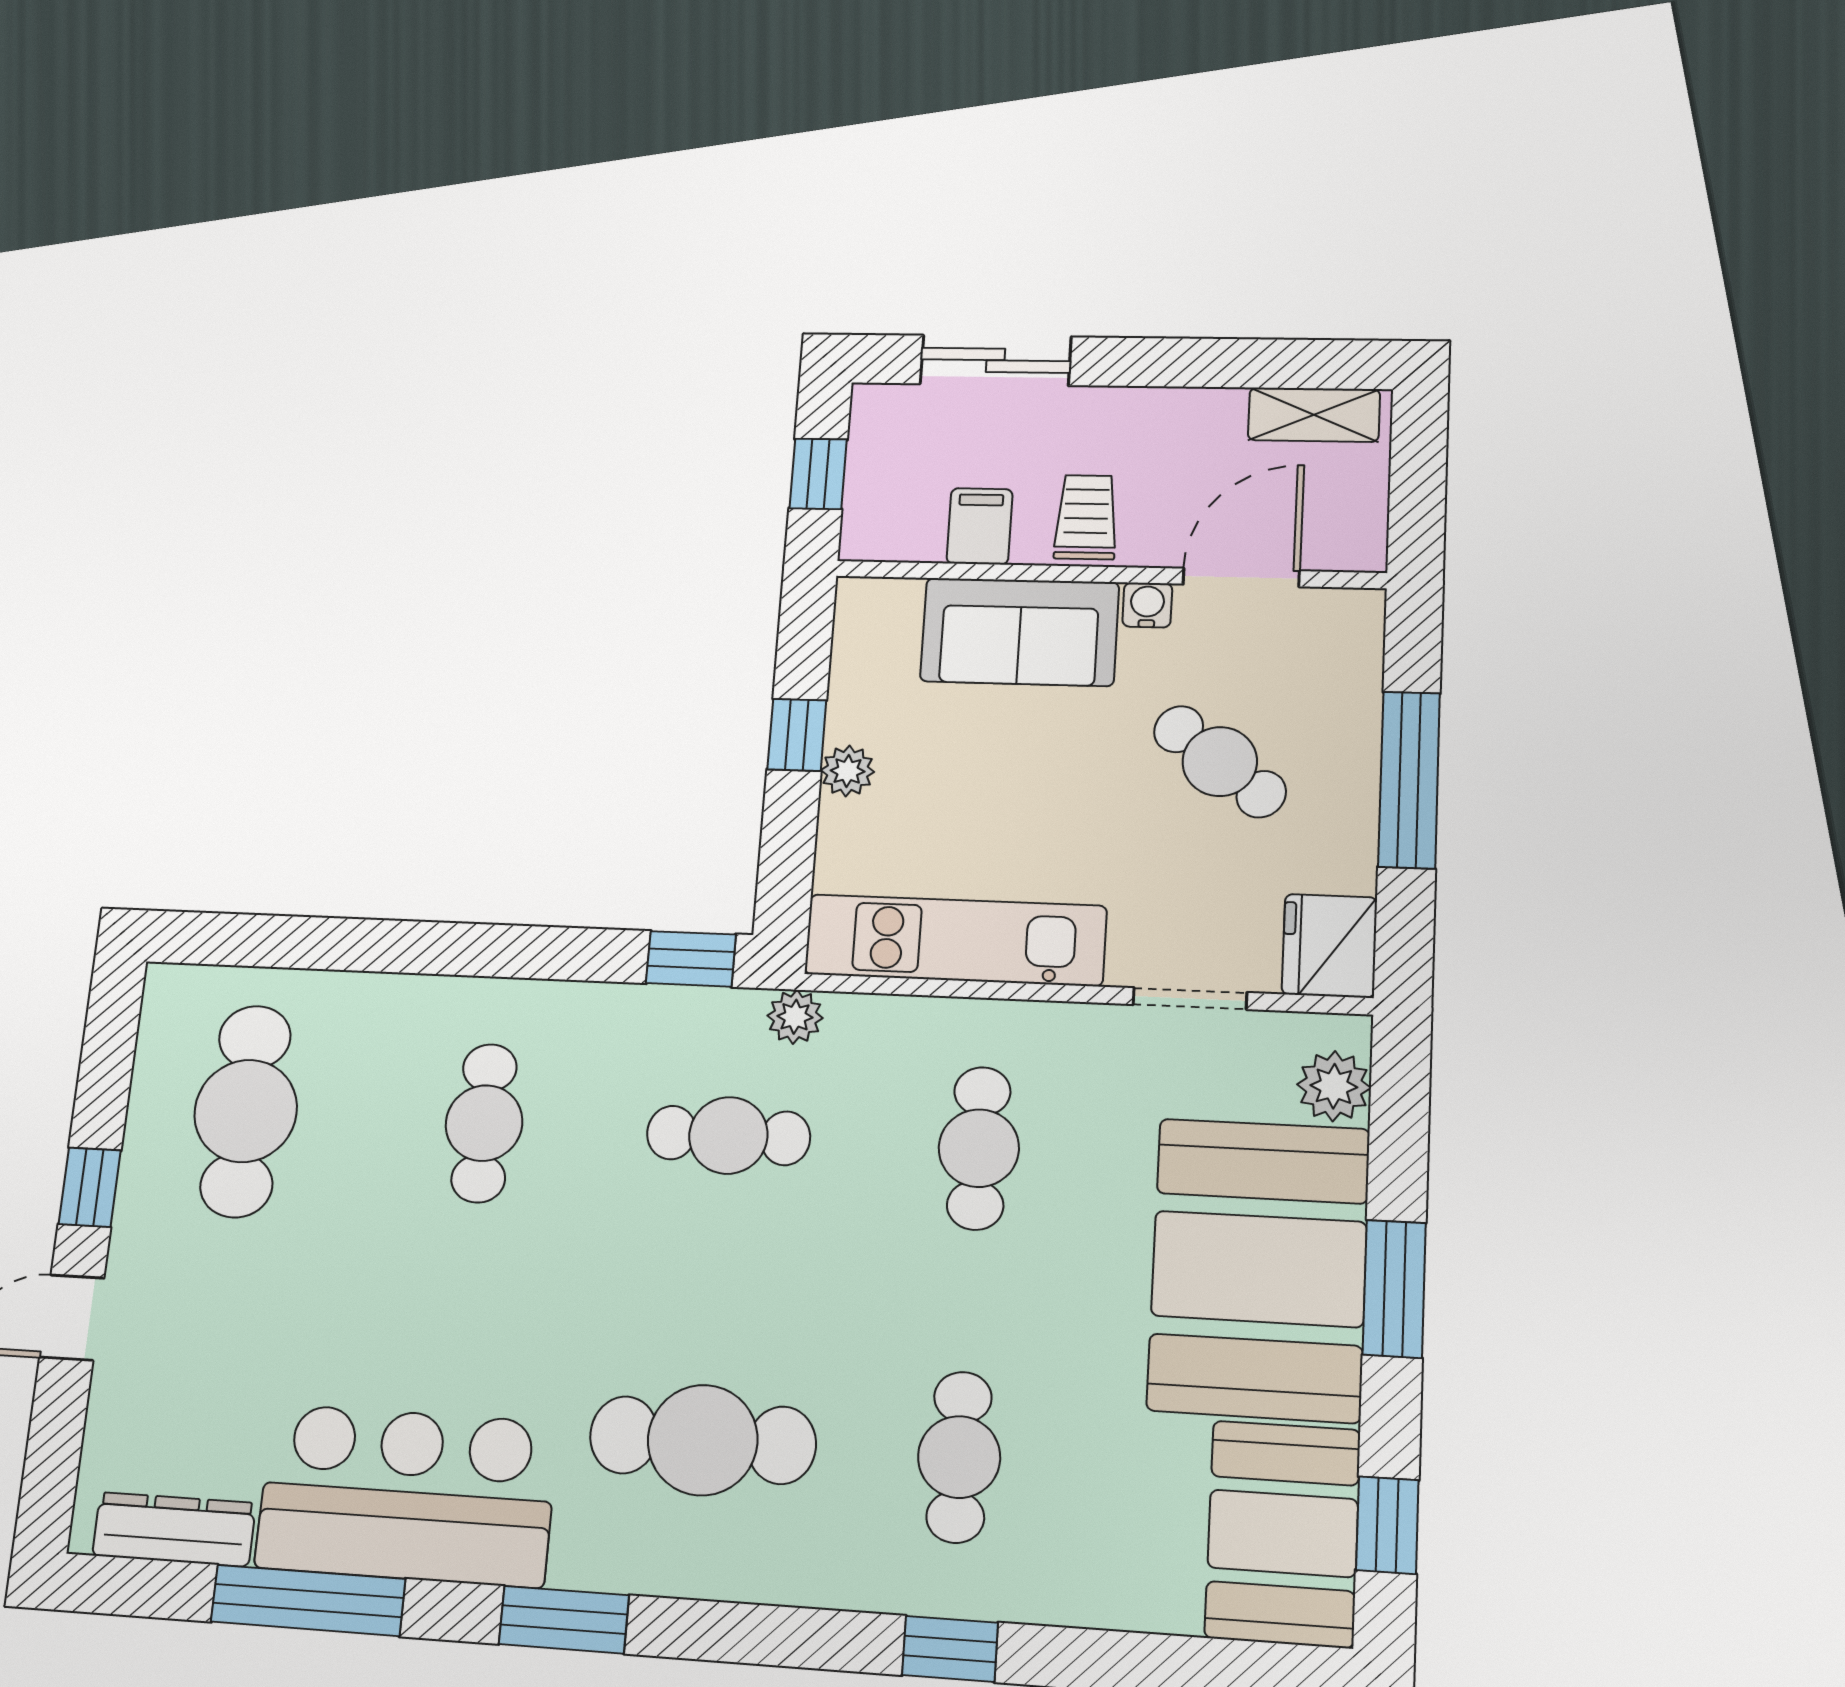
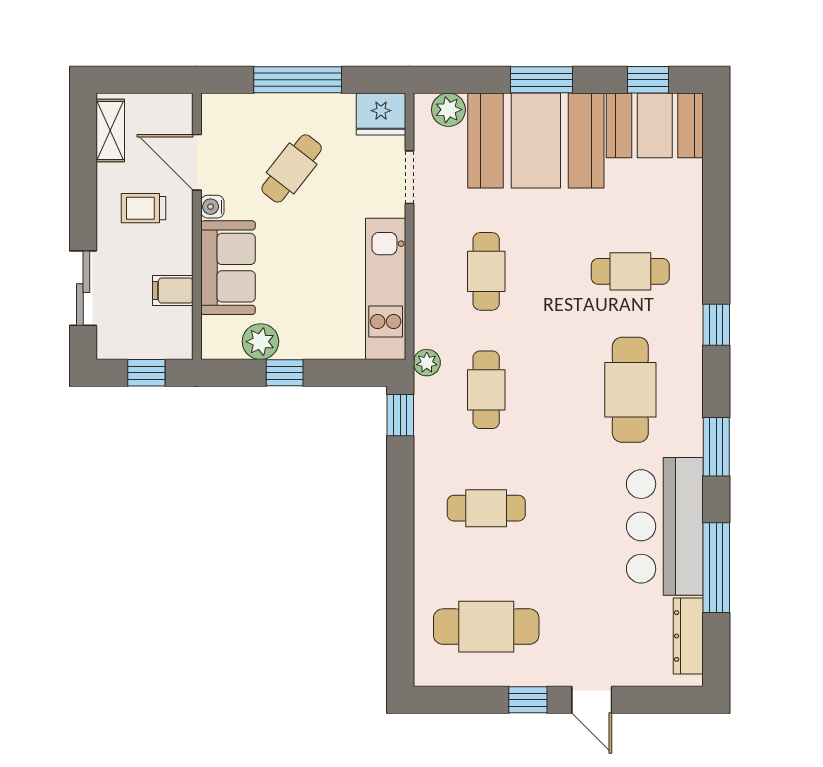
trolley: (1086, 517) -> (143, 208), moved
plant: (848, 771) -> (260, 342), moved, width x1.38, depth x1.38
cafe table: (979, 1148) -> (486, 271), turned 90
window: (950, 1649) -> (716, 325), moved

